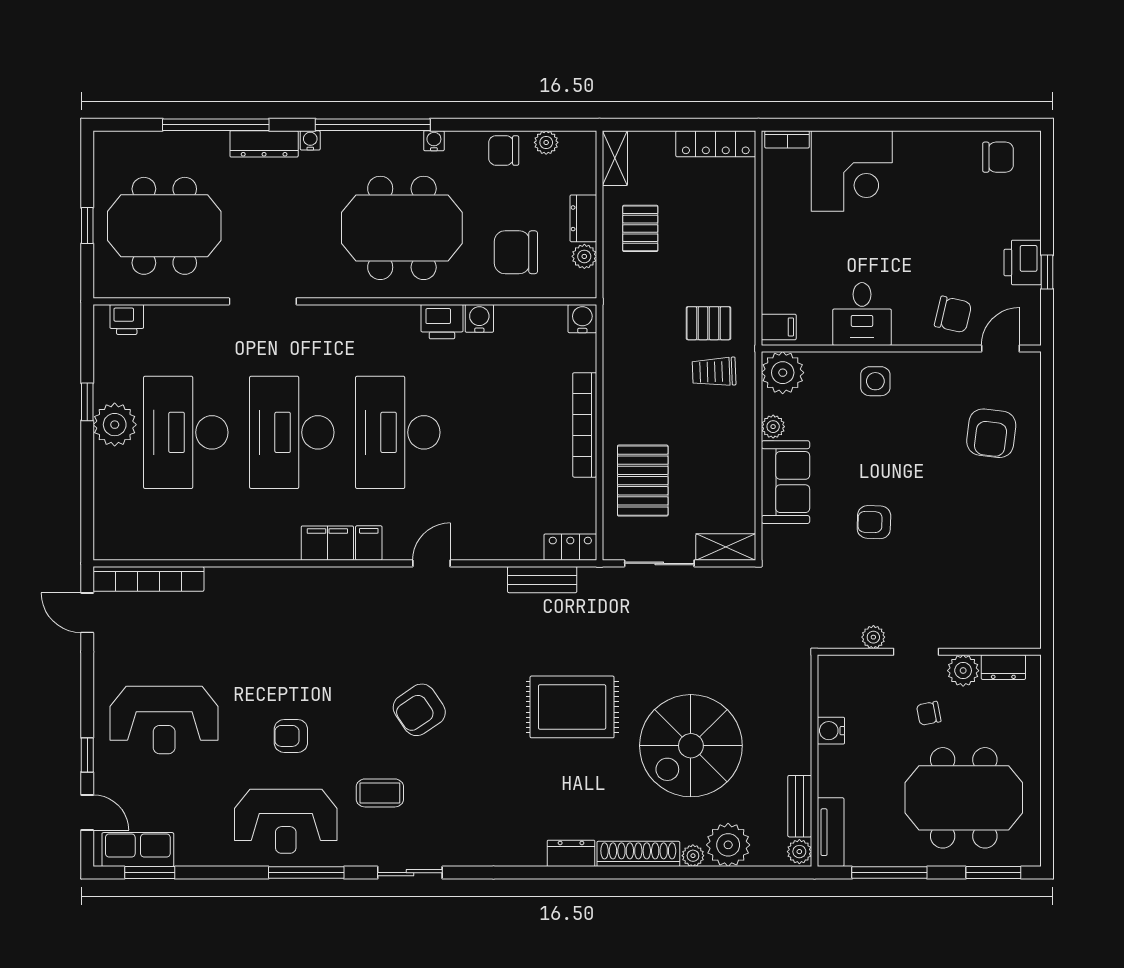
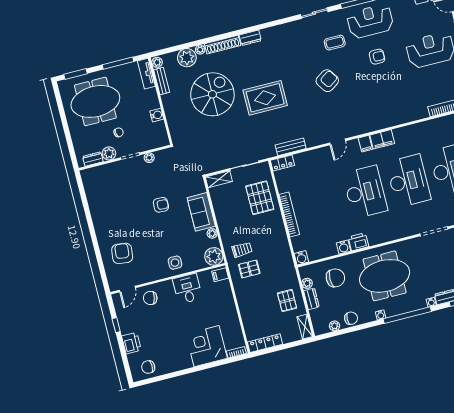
printer: (1023, 262) -> (131, 343), moved

